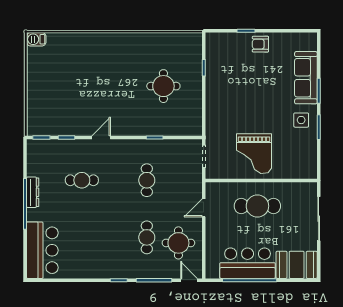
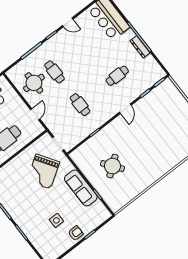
sofa: (306, 78) -> (81, 188), moved, turned 180
round table: (163, 86) -> (112, 166), turned -37
side table: (301, 120) -> (56, 220), moved
grand piano: (254, 154) -> (43, 171), moved, turned -123
door: (189, 280) -> (68, 22), moved

